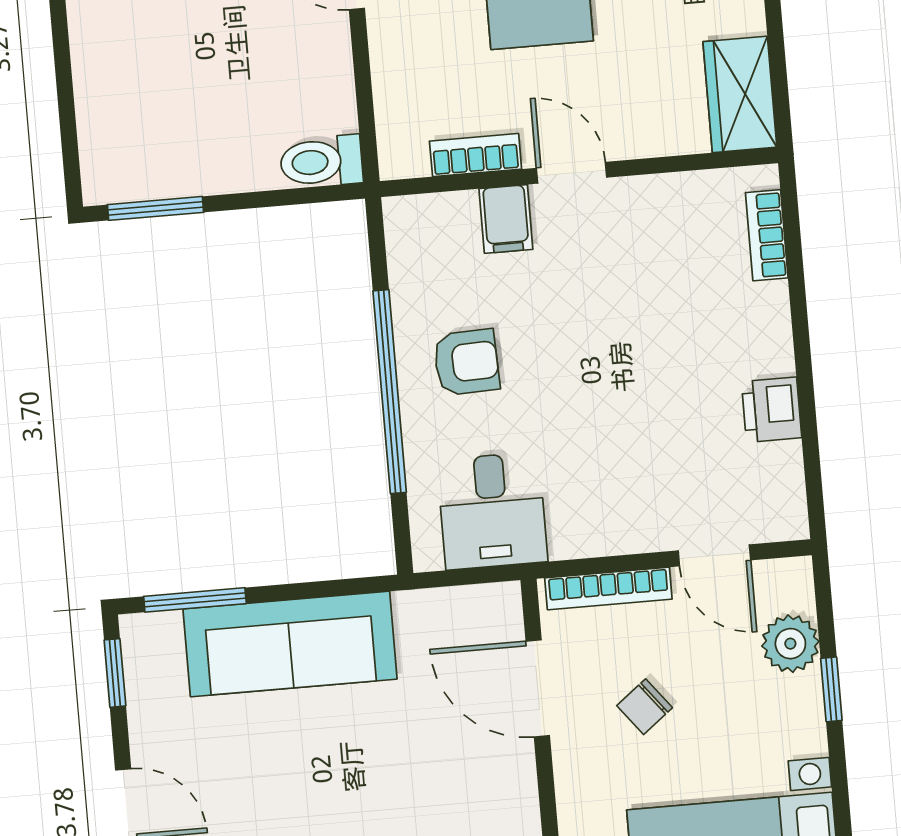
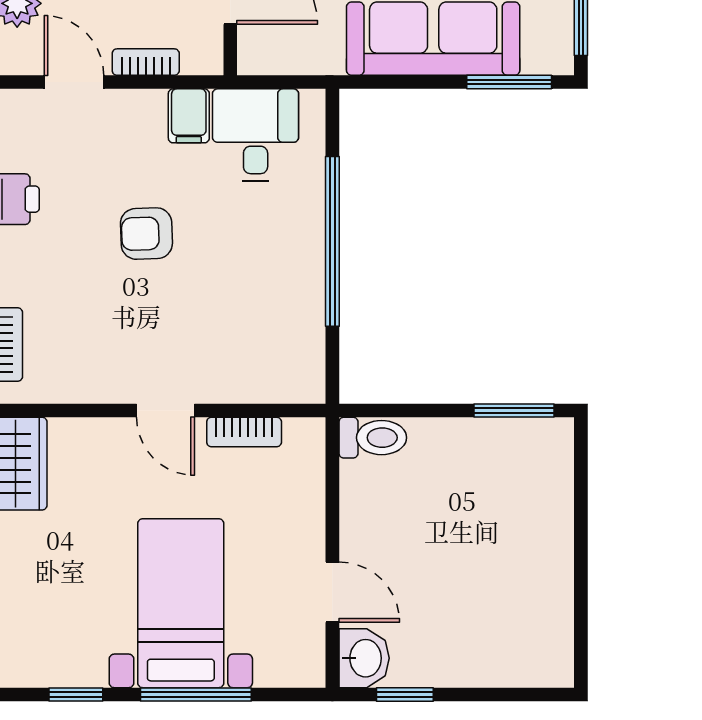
filing cabinet: (506, 219) -> (189, 116), moved, turned 180
armchair: (466, 362) -> (146, 234), moved
bookcase: (608, 589) -> (146, 62), width x0.64

